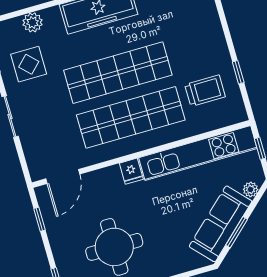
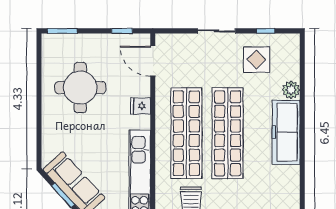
plant: (33, 22) -> (291, 90), moved
fridge: (131, 171) -> (141, 106), moved

